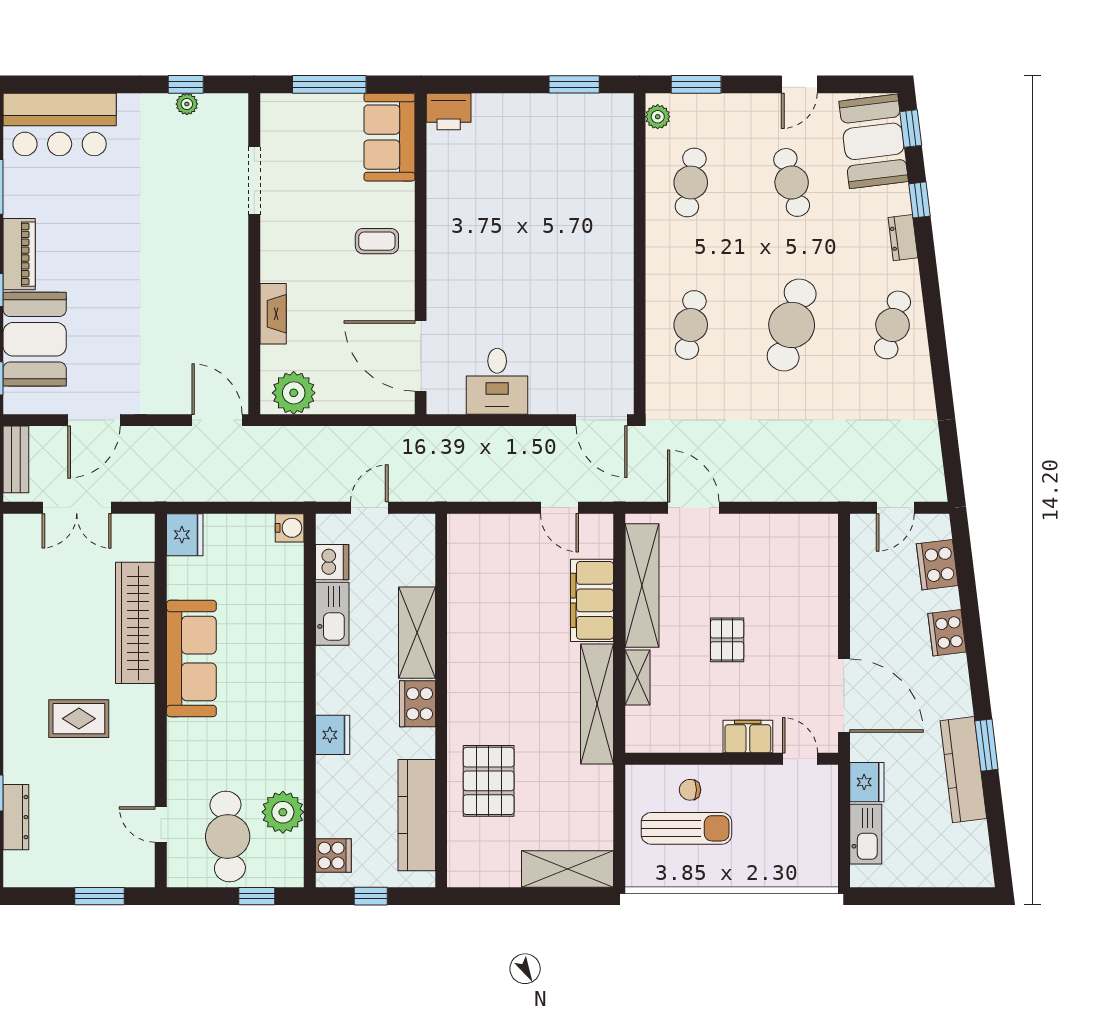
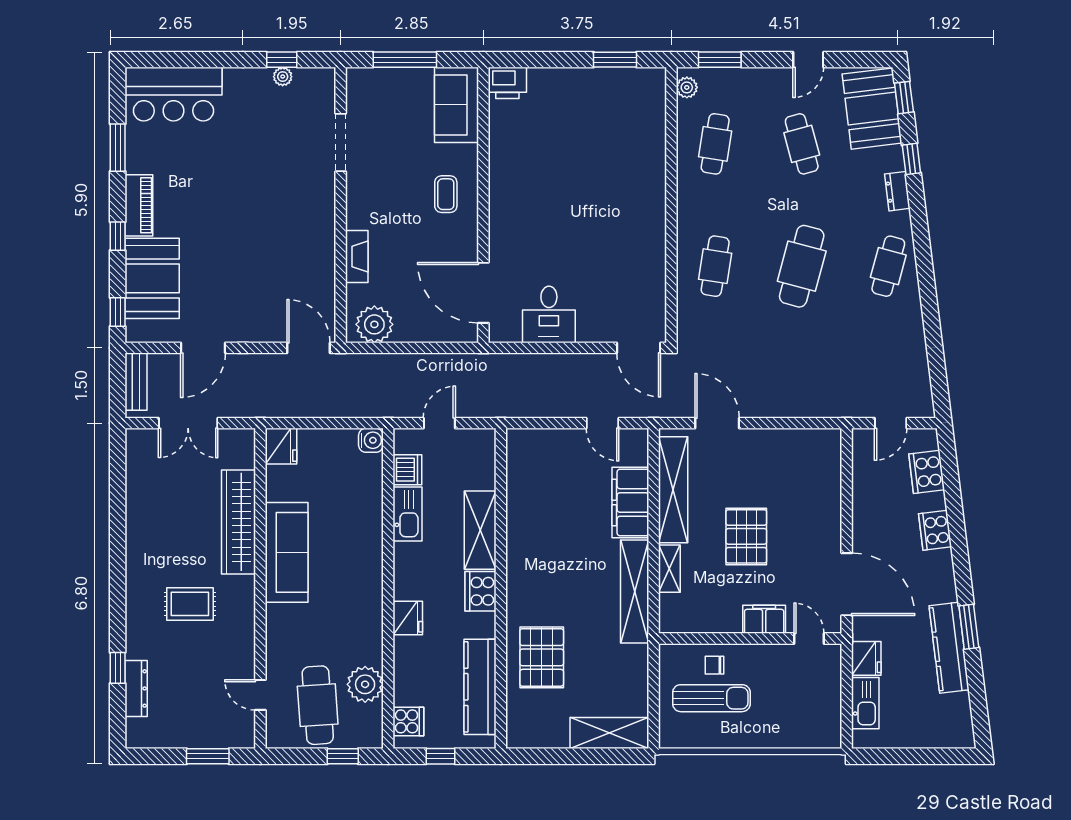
coffee table: (377, 241) -> (446, 194), turned 90
pallet: (727, 640) -> (746, 536), width x1.50, depth x1.42

